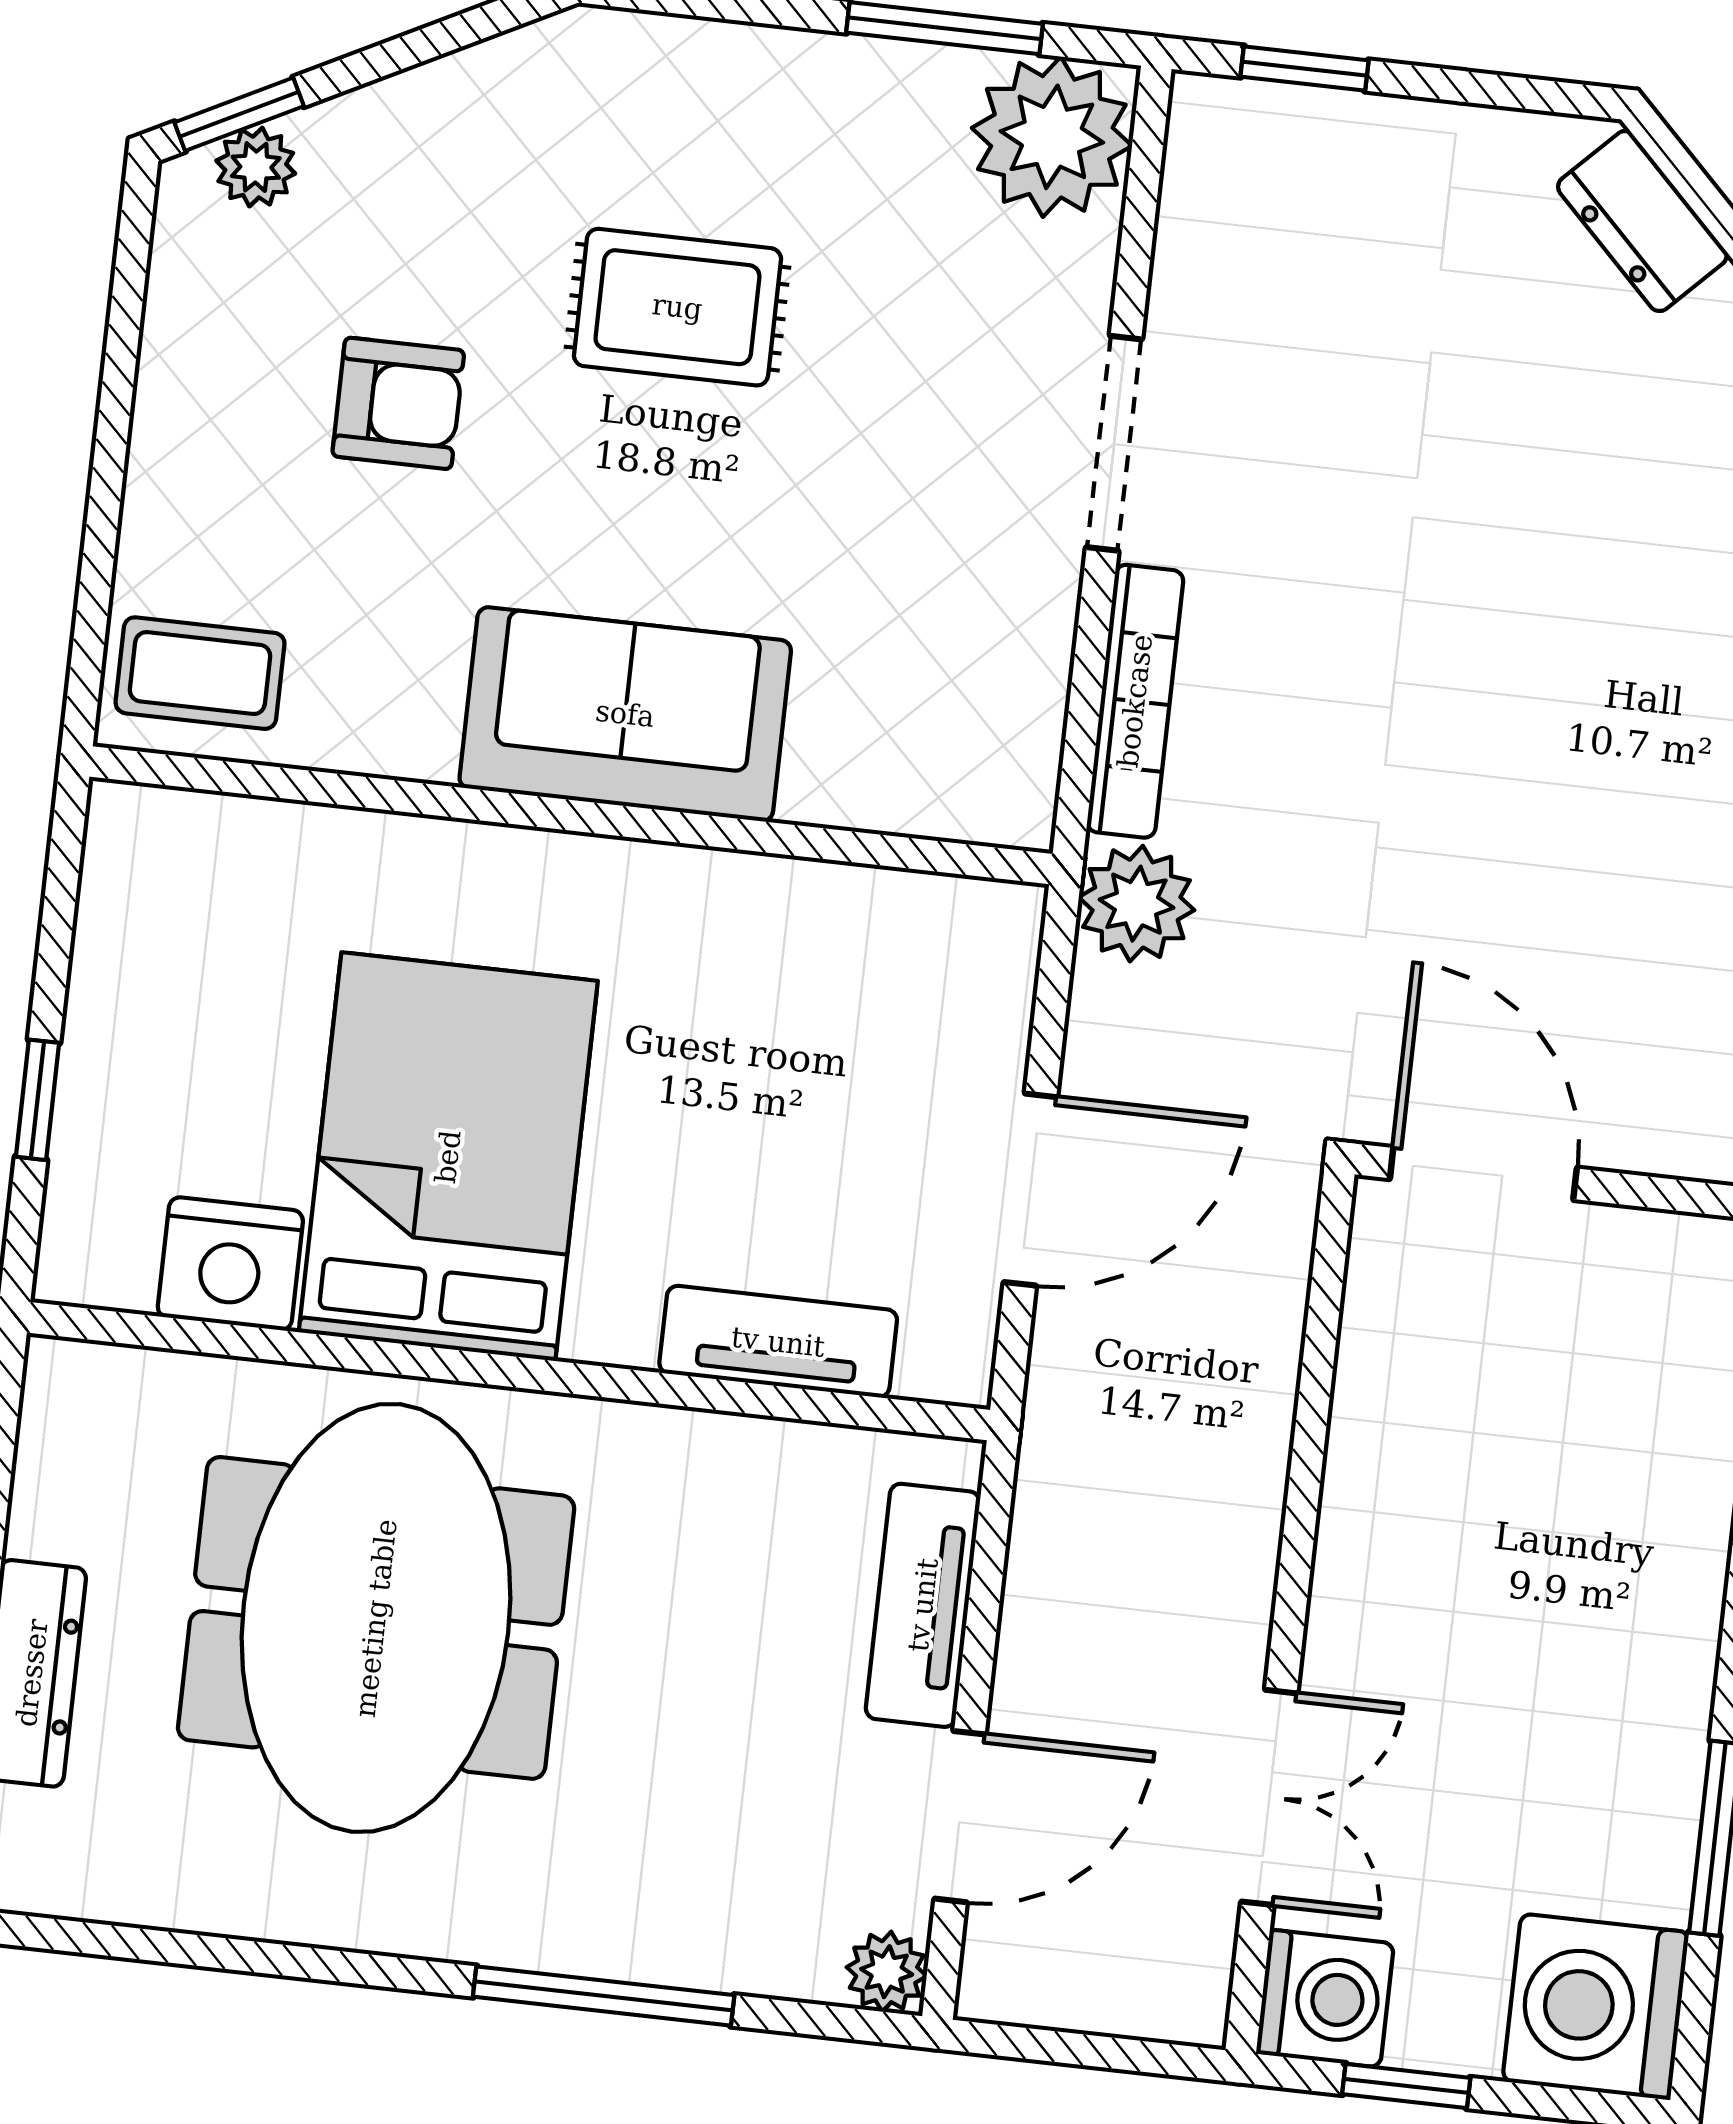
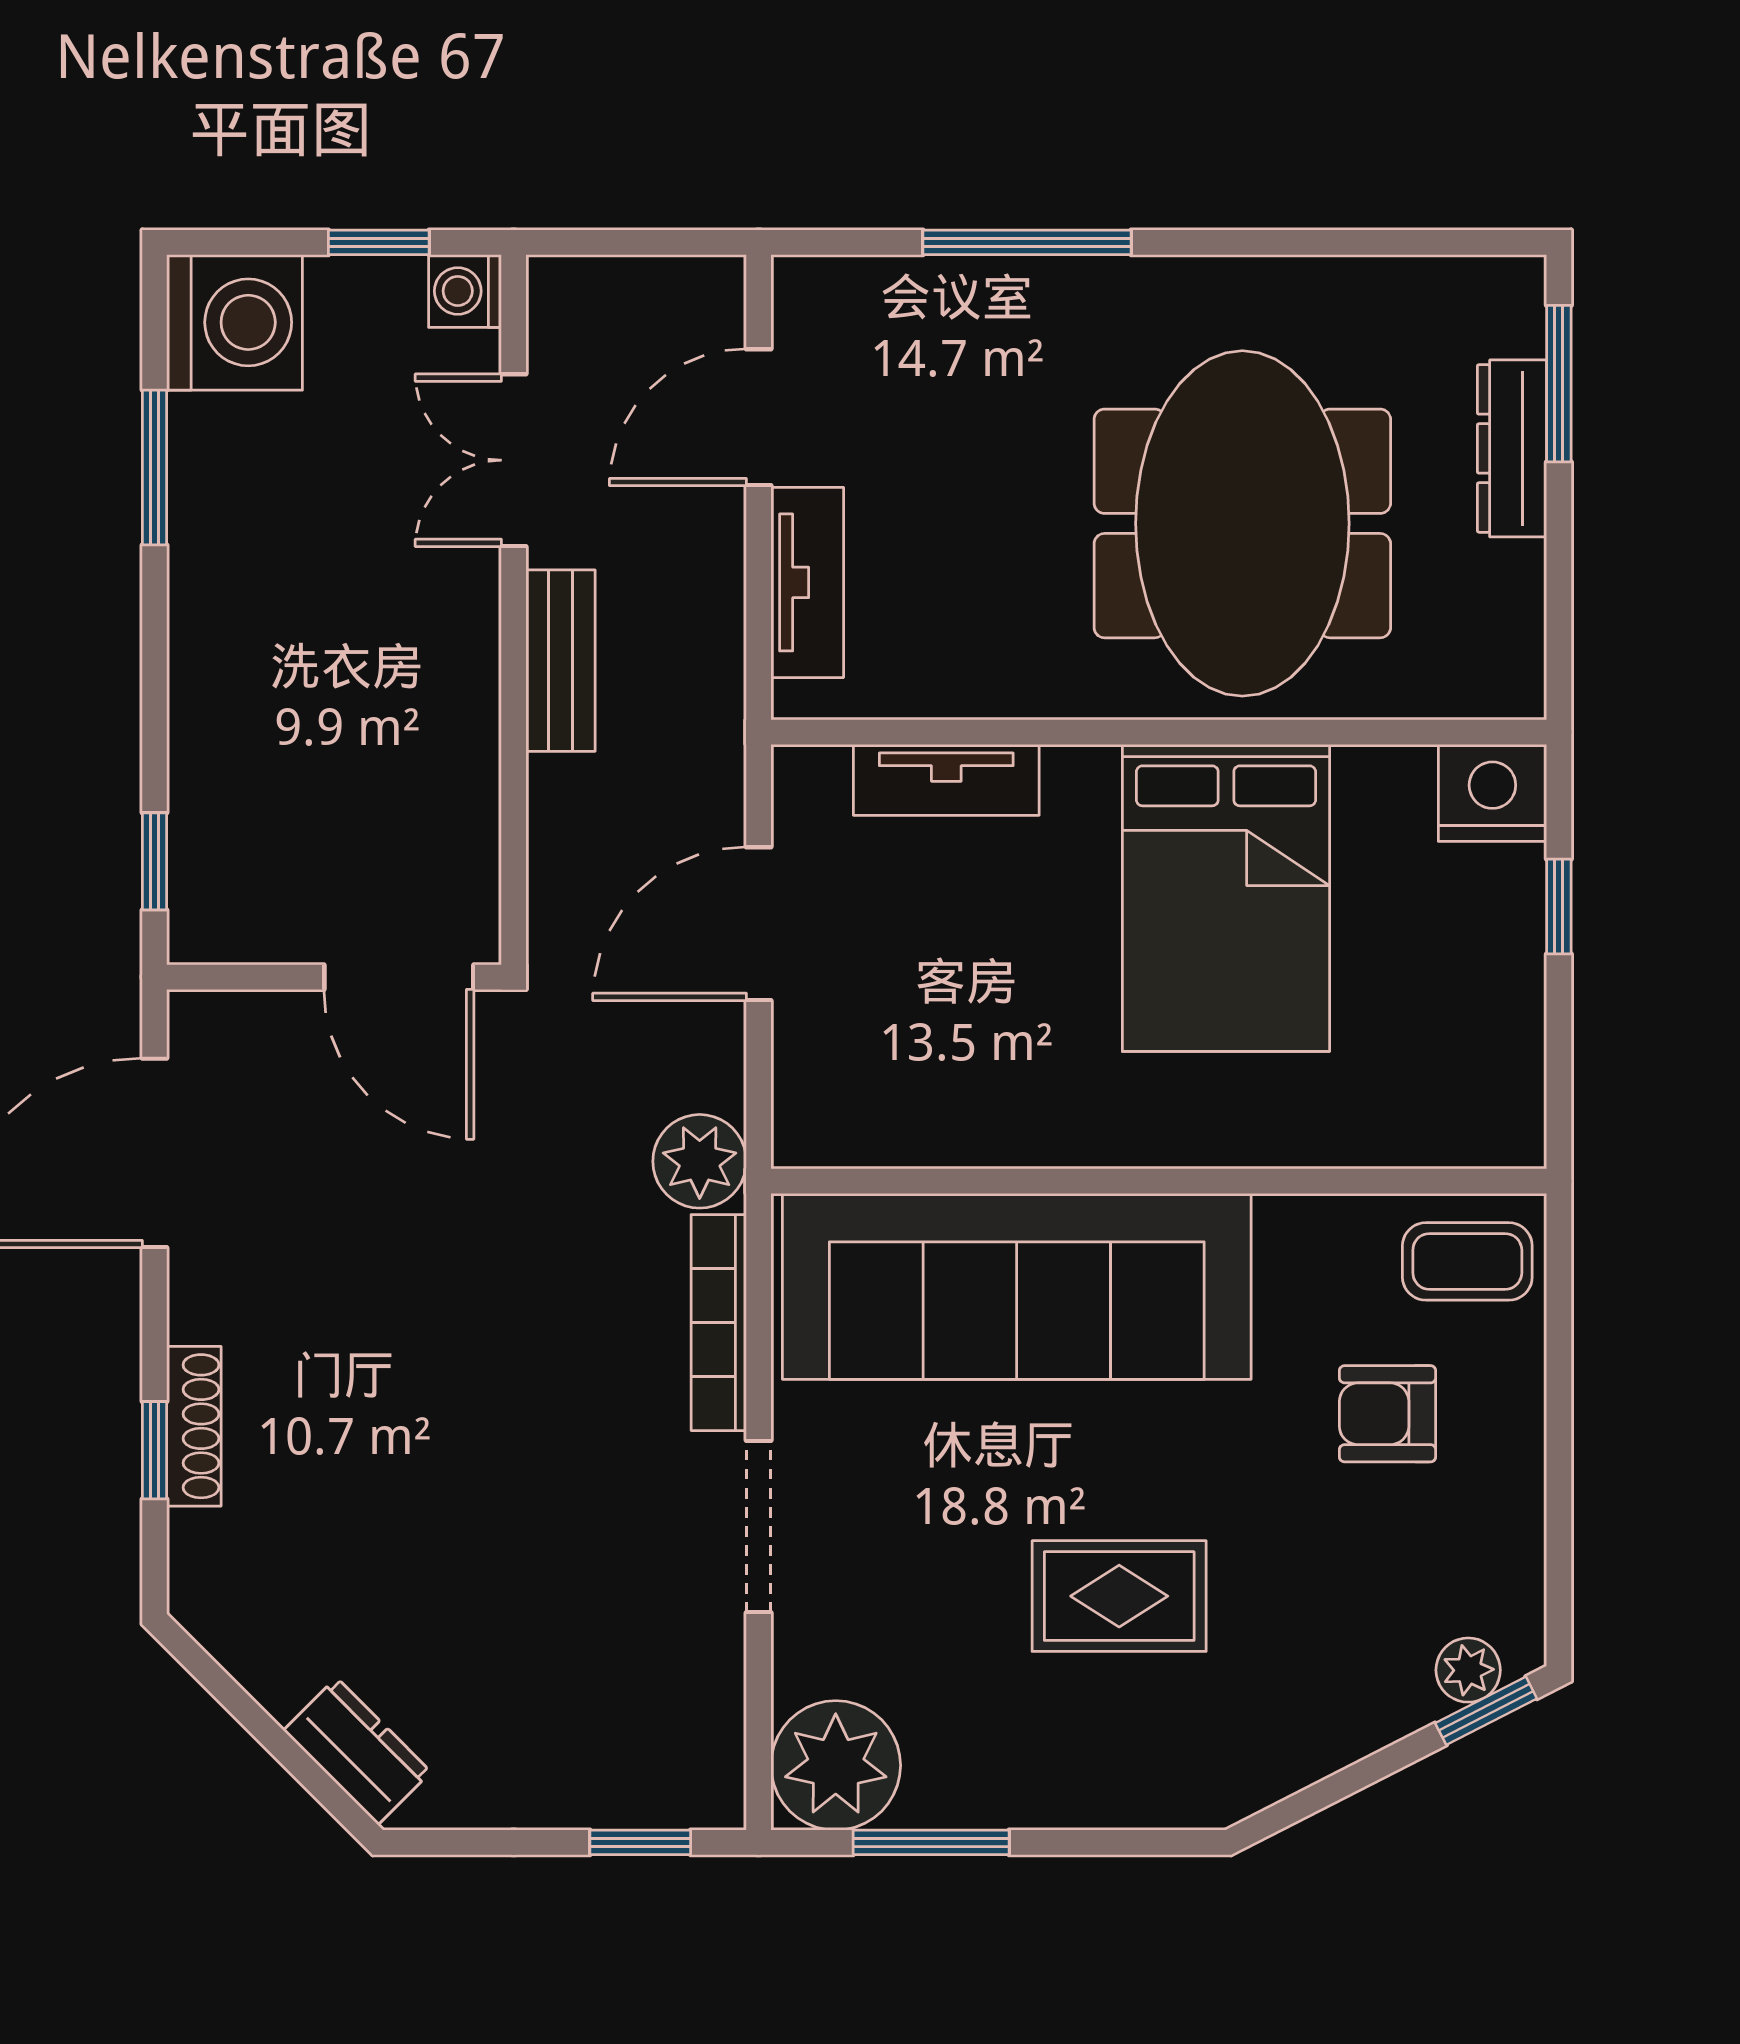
armchair: (398, 403) -> (1388, 1414), moved
sofa: (625, 714) -> (1017, 1286), width x1.85, depth x1.27
nightstand: (230, 1264) -> (1492, 793), moved
bench: (1239, 1543) -> (561, 661), added
plant: (887, 1972) -> (803, 287), removed
washing machine: (1325, 1998) -> (465, 291), width x0.73, depth x0.73

